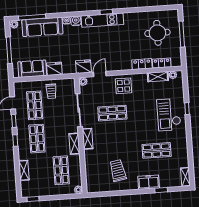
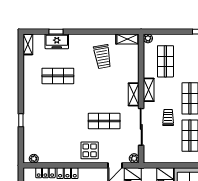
shelving: (158, 77) -> (127, 39), moved
trolley: (51, 91) -> (168, 117), moved
checkout: (169, 115) -> (41, 115), removed
freezer: (149, 182) -> (57, 41), moved

